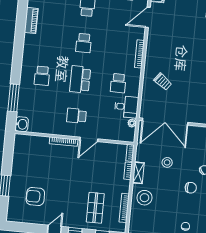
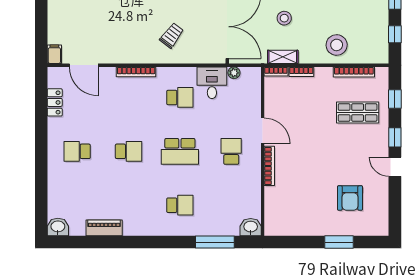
school desk: (77, 116) -> (231, 151), turned 180
shelving: (138, 173) -> (283, 57), moved

